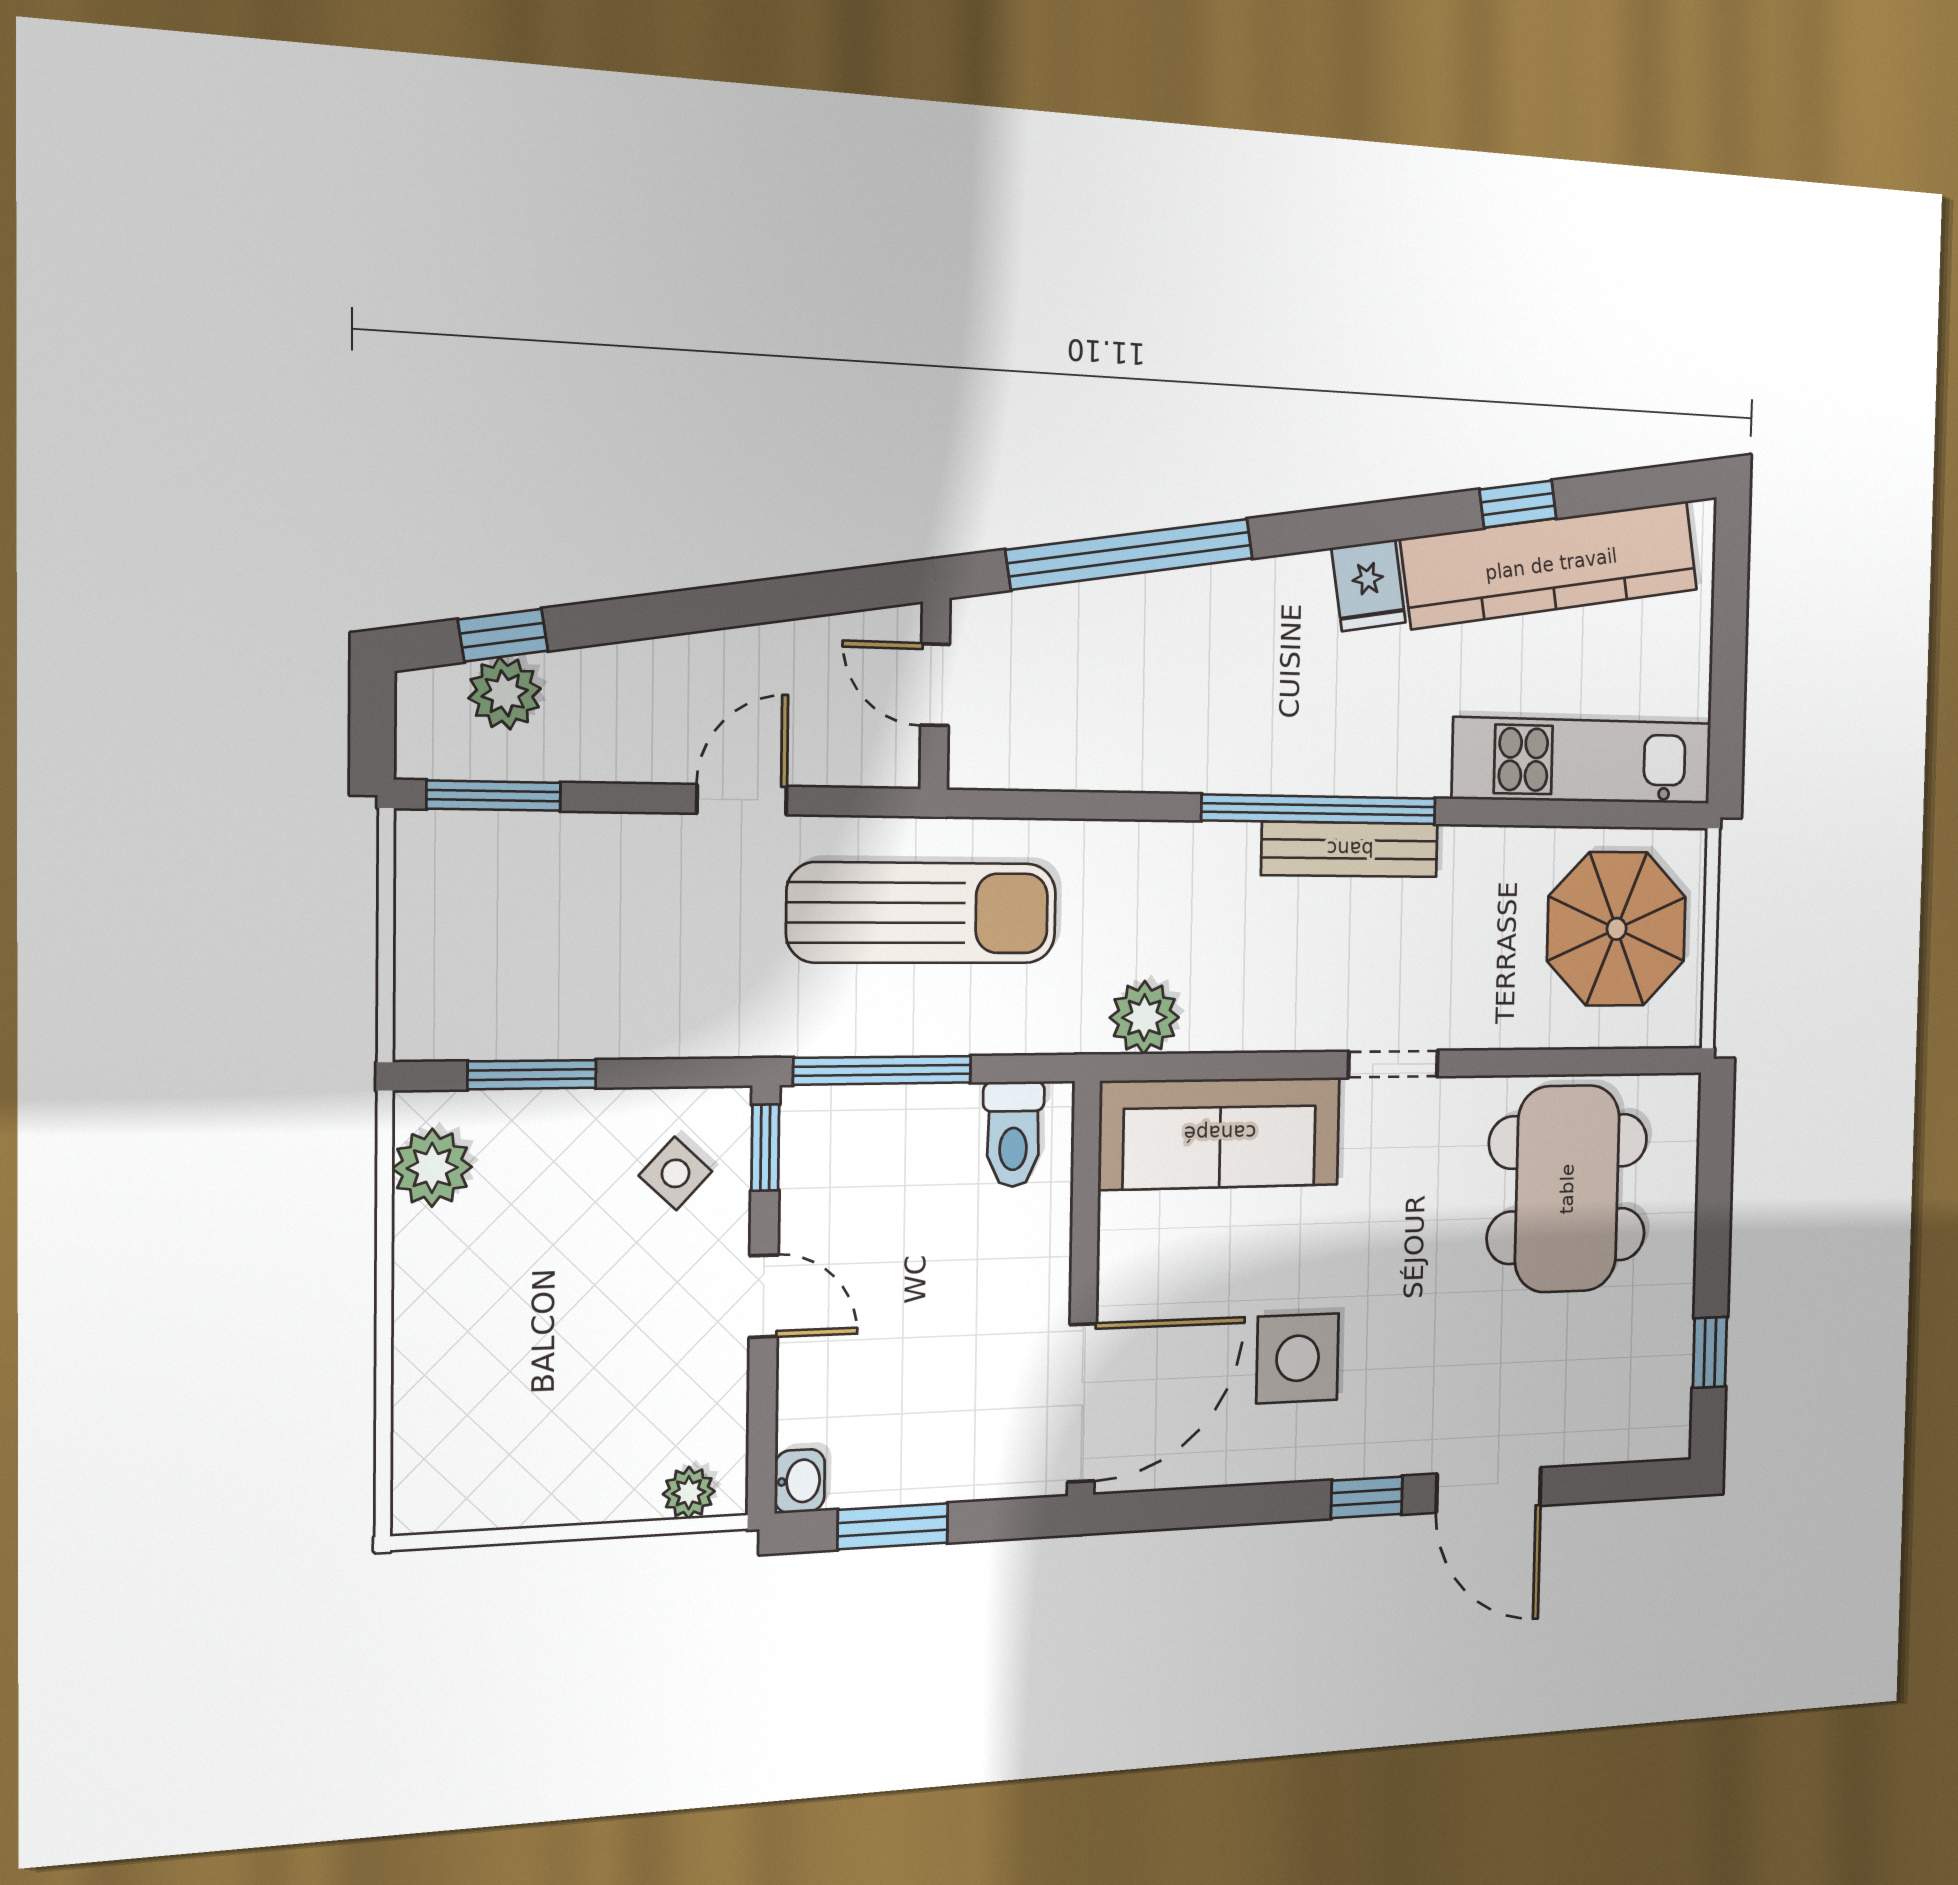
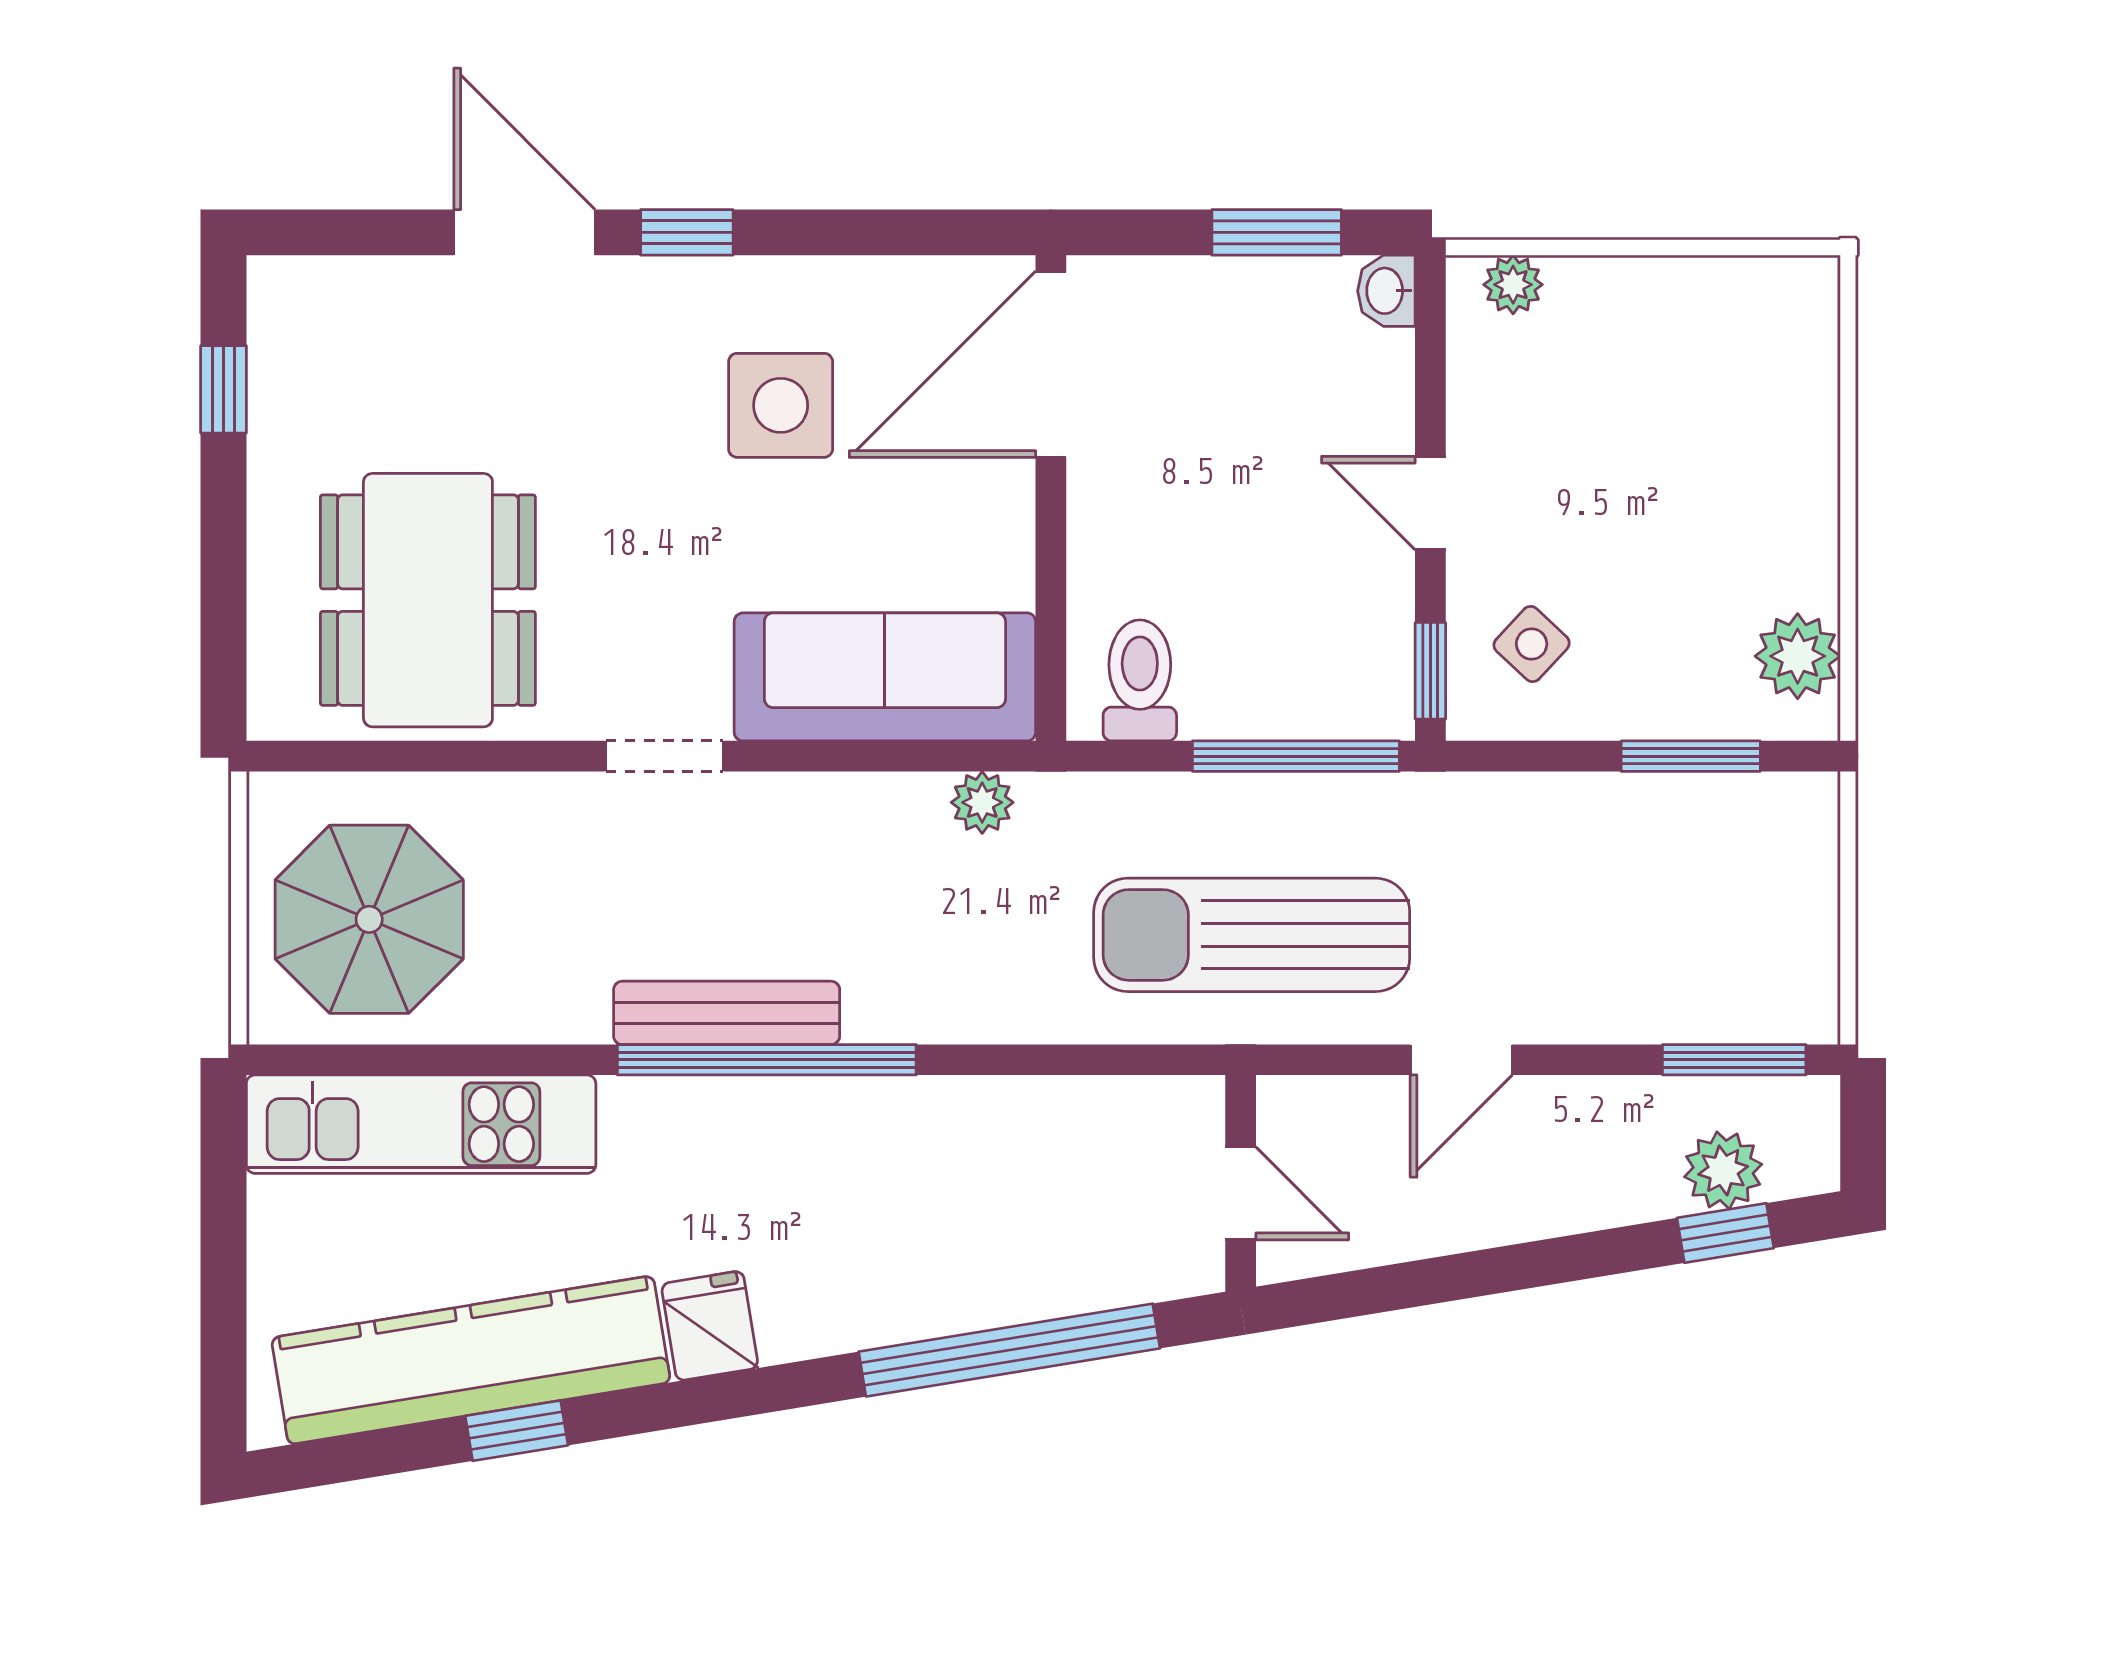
plant: (1144, 1017) -> (982, 802), width x0.73, depth x0.73

